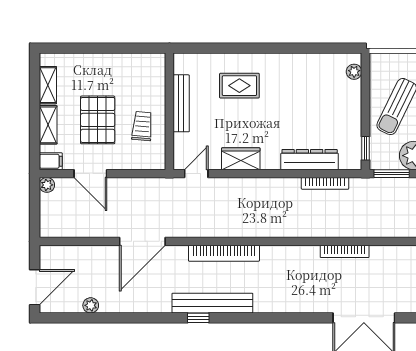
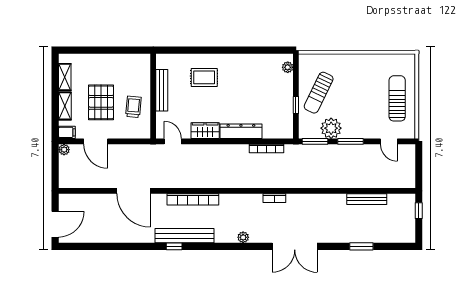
window: (366, 148) -> (296, 105), moved
dresser: (310, 160) -> (241, 131), moved
door: (196, 174) -> (173, 141), hinge flipped
door: (142, 241) -> (134, 191), hinge flipped
bookcase: (345, 251) -> (274, 198), width x0.64
plant: (91, 305) -> (243, 237), moved

